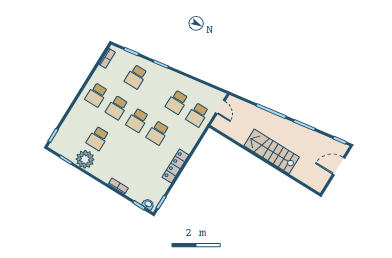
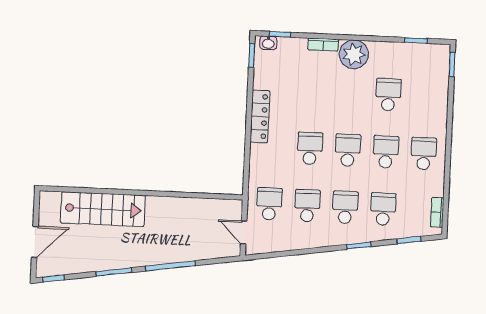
school desk: (156, 89) -> (345, 207), added
stairs: (272, 151) -> (103, 209), moved
plant: (85, 159) -> (354, 54), moved

